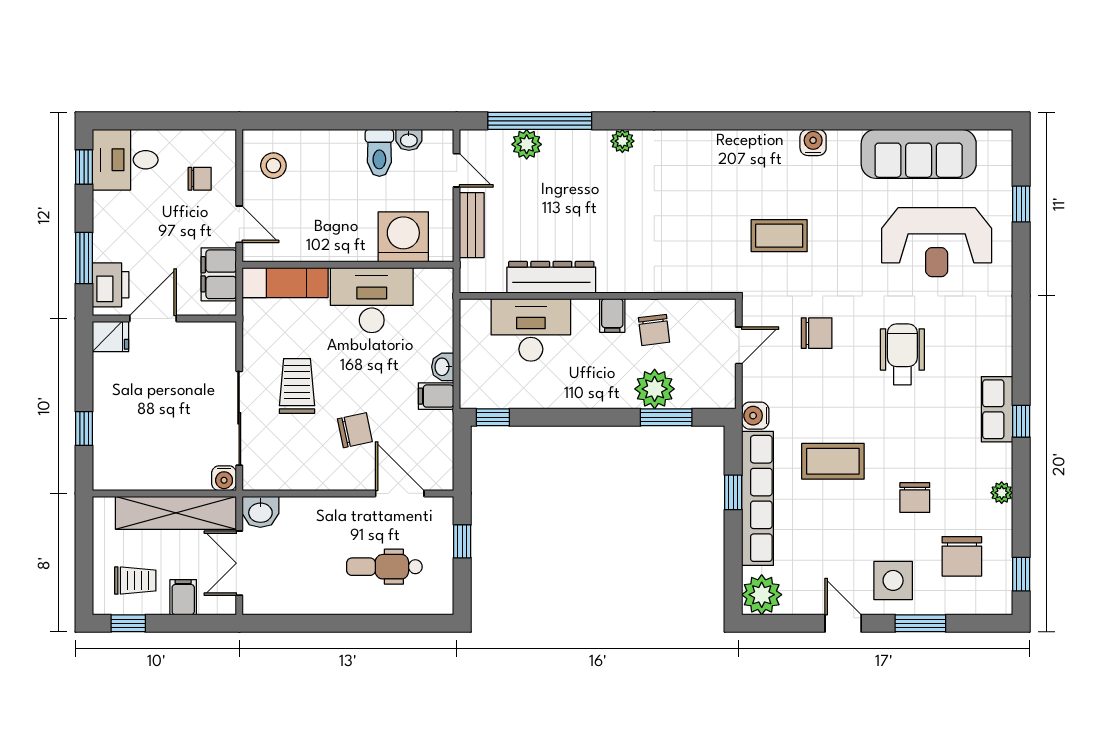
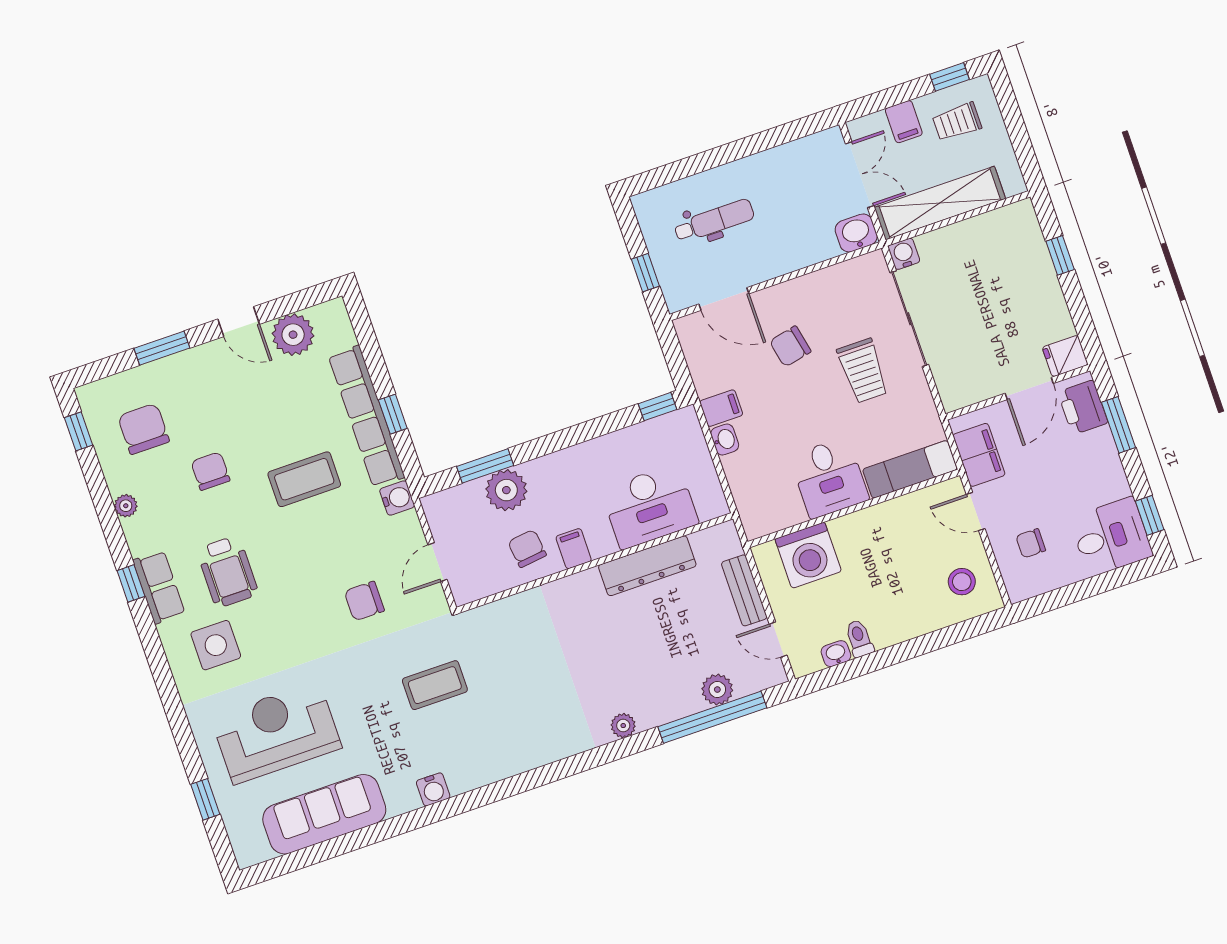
toilet: (379, 153) -> (859, 638), width x0.73, depth x0.72
desk: (372, 300) -> (829, 478), width x0.73
wheelchair: (902, 354) -> (227, 572), moved
side table: (893, 580) -> (216, 645), moved
plant: (762, 595) -> (293, 335), moved

